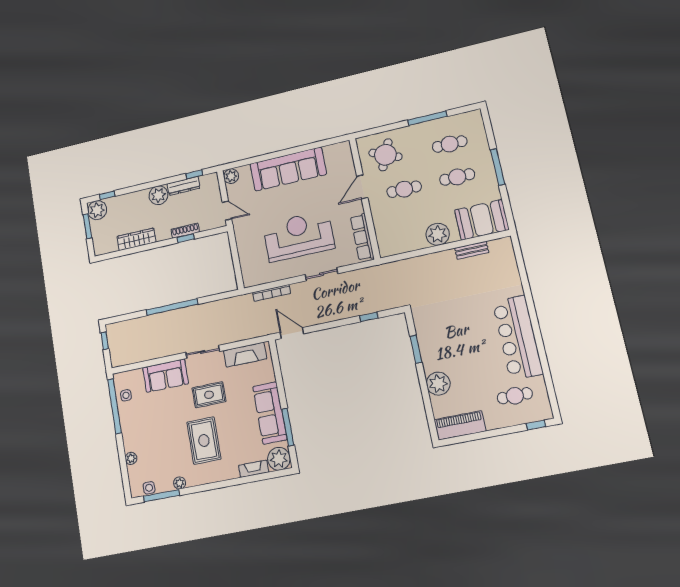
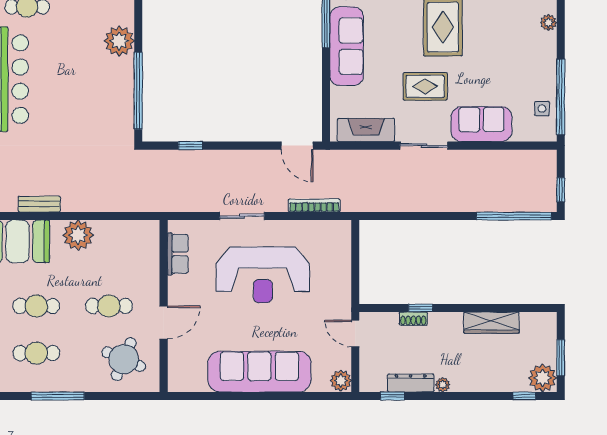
plant: (158, 195) -> (443, 385), width x0.53, depth x0.53
shoe rack: (185, 231) -> (413, 319), width x0.70
row of seats: (362, 237) -> (178, 254), width x0.68
window: (172, 307) -> (514, 216), moved
window: (416, 349) -> (138, 91), width x2.11

